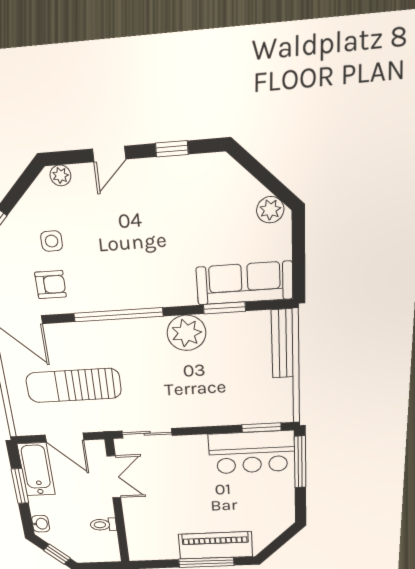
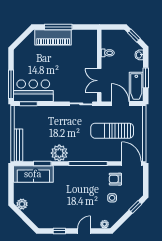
sun lounger: (74, 385) -> (112, 131), turned 180

